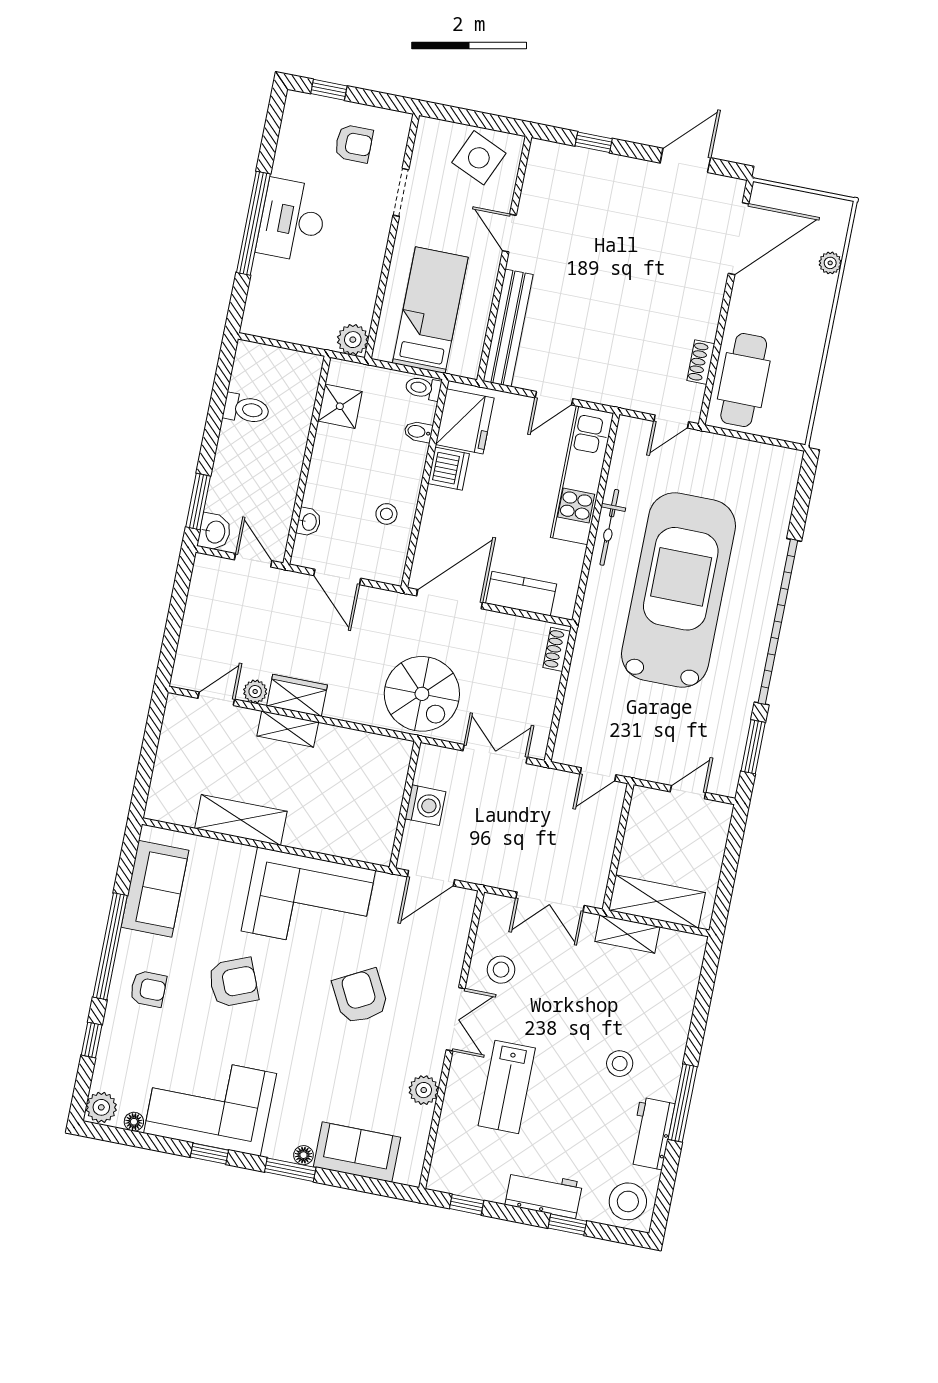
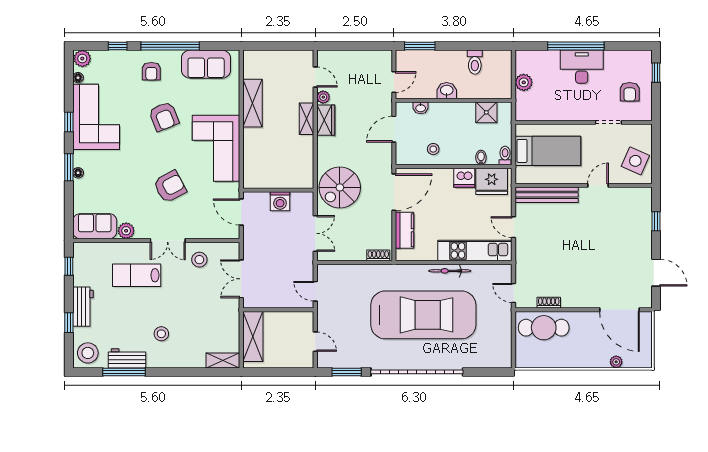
plant: (353, 340) -> (524, 82), moved
washbasin: (215, 532) -> (447, 91), moved, turned 180
door: (450, 599) -> (394, 192), hinge flipped
shelving: (627, 934) -> (223, 360), moved, turned 90
window: (683, 1103) -> (124, 372), moved
sofa: (357, 1152) -> (95, 226), moved, turned -90

